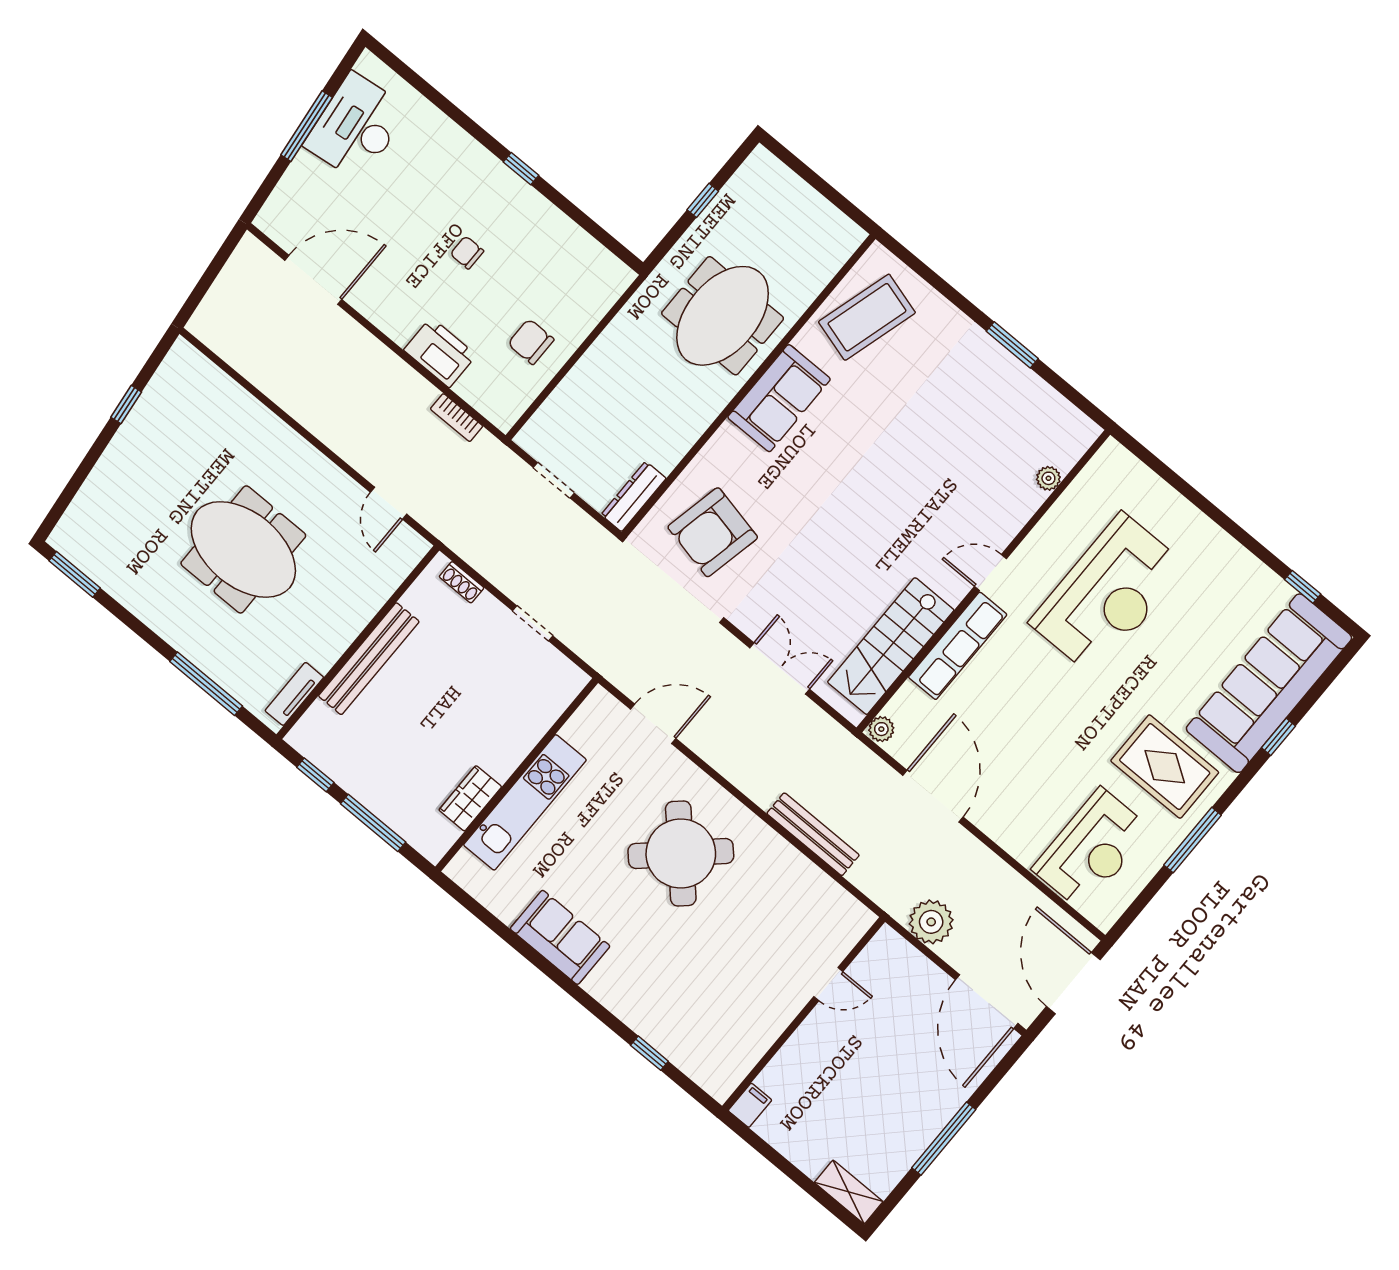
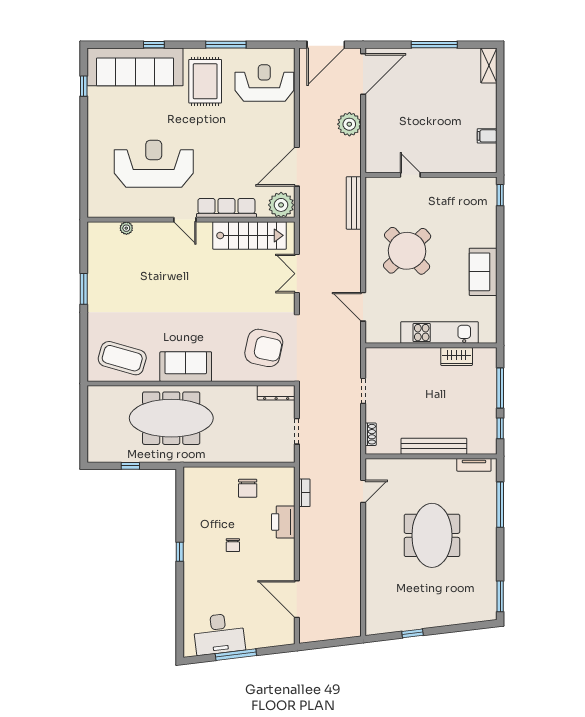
meeting table: (723, 316) -> (171, 418), width x1.36
plant: (881, 729) -> (281, 205), width x1.88, depth x1.88
door: (828, 984) -> (410, 175), moved
wall: (804, 1014) -> (431, 175), moved

